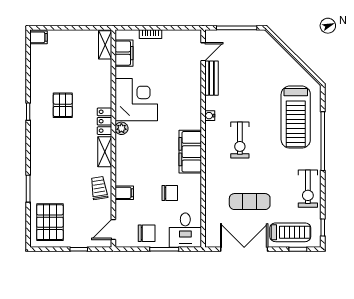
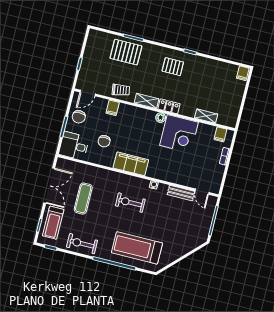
shelving: (105, 45) -> (206, 116), moved
filing cabinet: (124, 53) -> (220, 134), width x0.50
pallet: (63, 105) -> (173, 67), moved
pallet: (50, 222) -> (126, 52), moved
door: (113, 229) -> (88, 93), swing flipped

